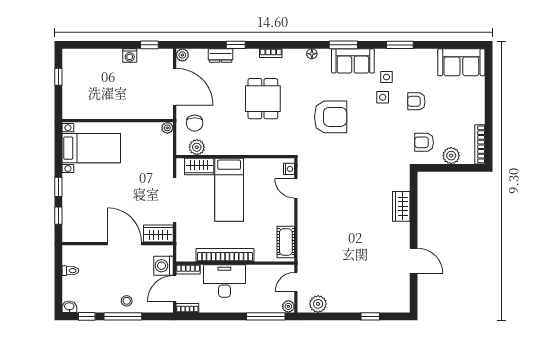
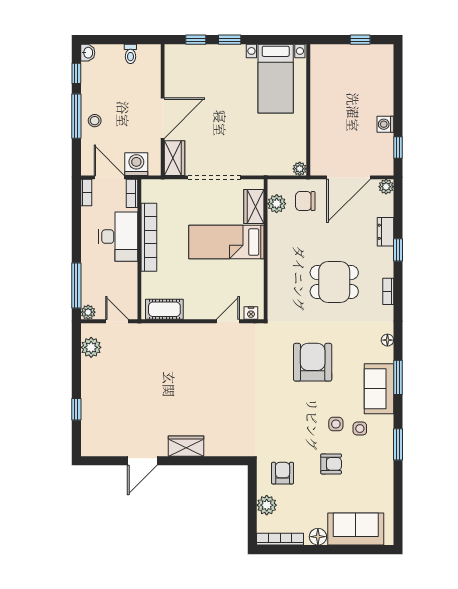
sofa: (461, 62) -> (356, 529), moved, turned 90
armchair: (416, 101) -> (331, 464), turned 90
floor lamp: (478, 112) -> (318, 537), added
armchair: (331, 117) -> (313, 362), turned 180
wardrobe: (401, 206) -> (186, 446), moved

